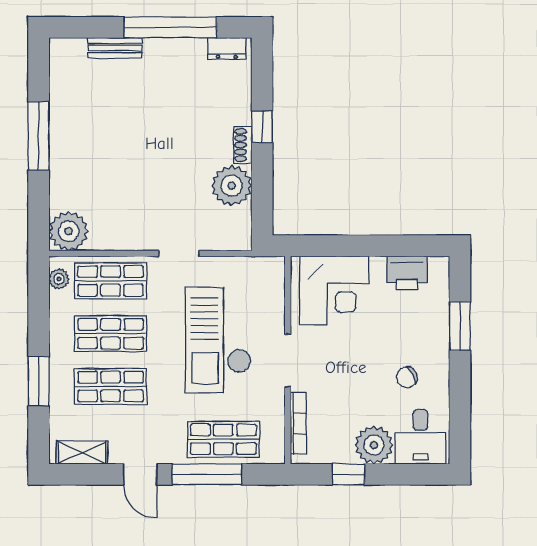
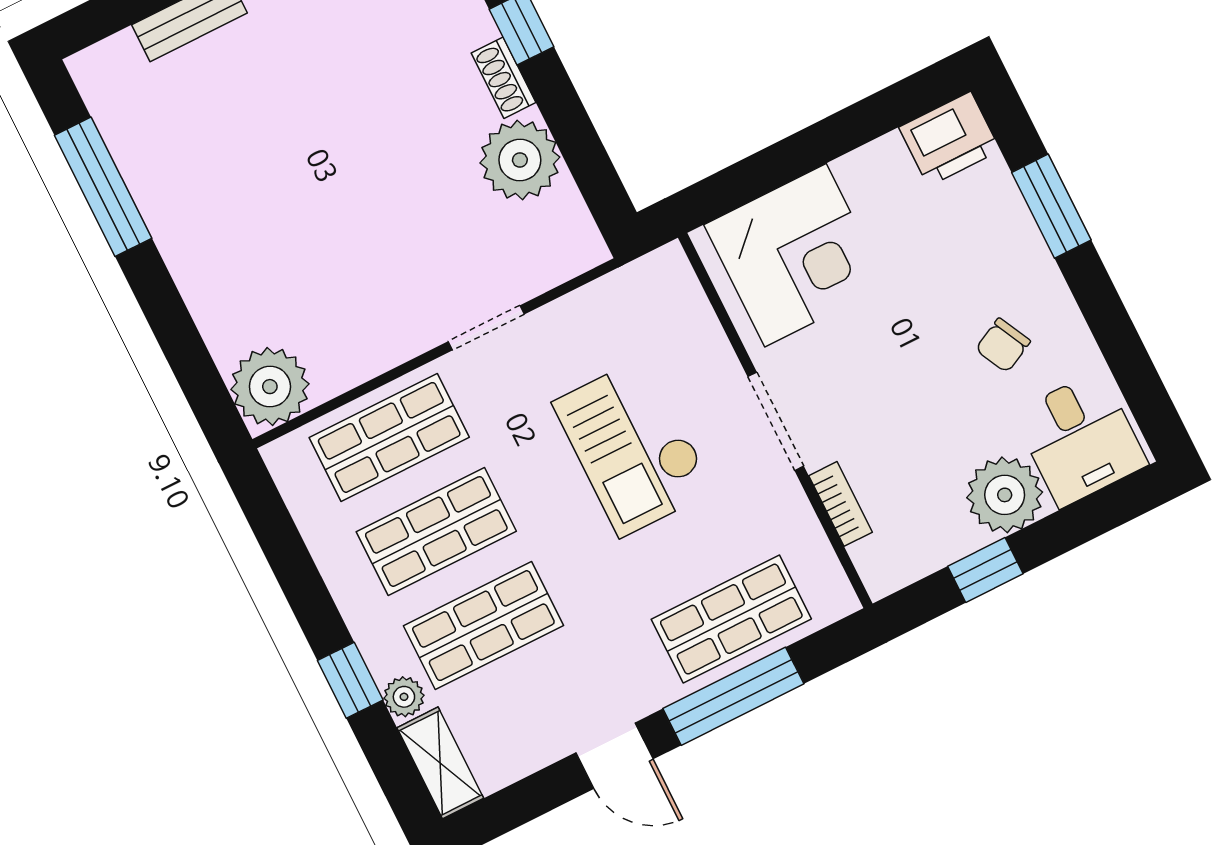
window: (39, 136) -> (103, 187), moved
printer: (407, 273) -> (950, 139), moved
plant: (59, 279) -> (404, 697), moved
checkout: (218, 340) -> (633, 447), width x0.73, depth x0.83
window: (39, 381) -> (350, 680), width x0.67
bookcase: (298, 423) -> (841, 504), width x0.64
shelving: (82, 453) -> (440, 763), moved, turned 90

